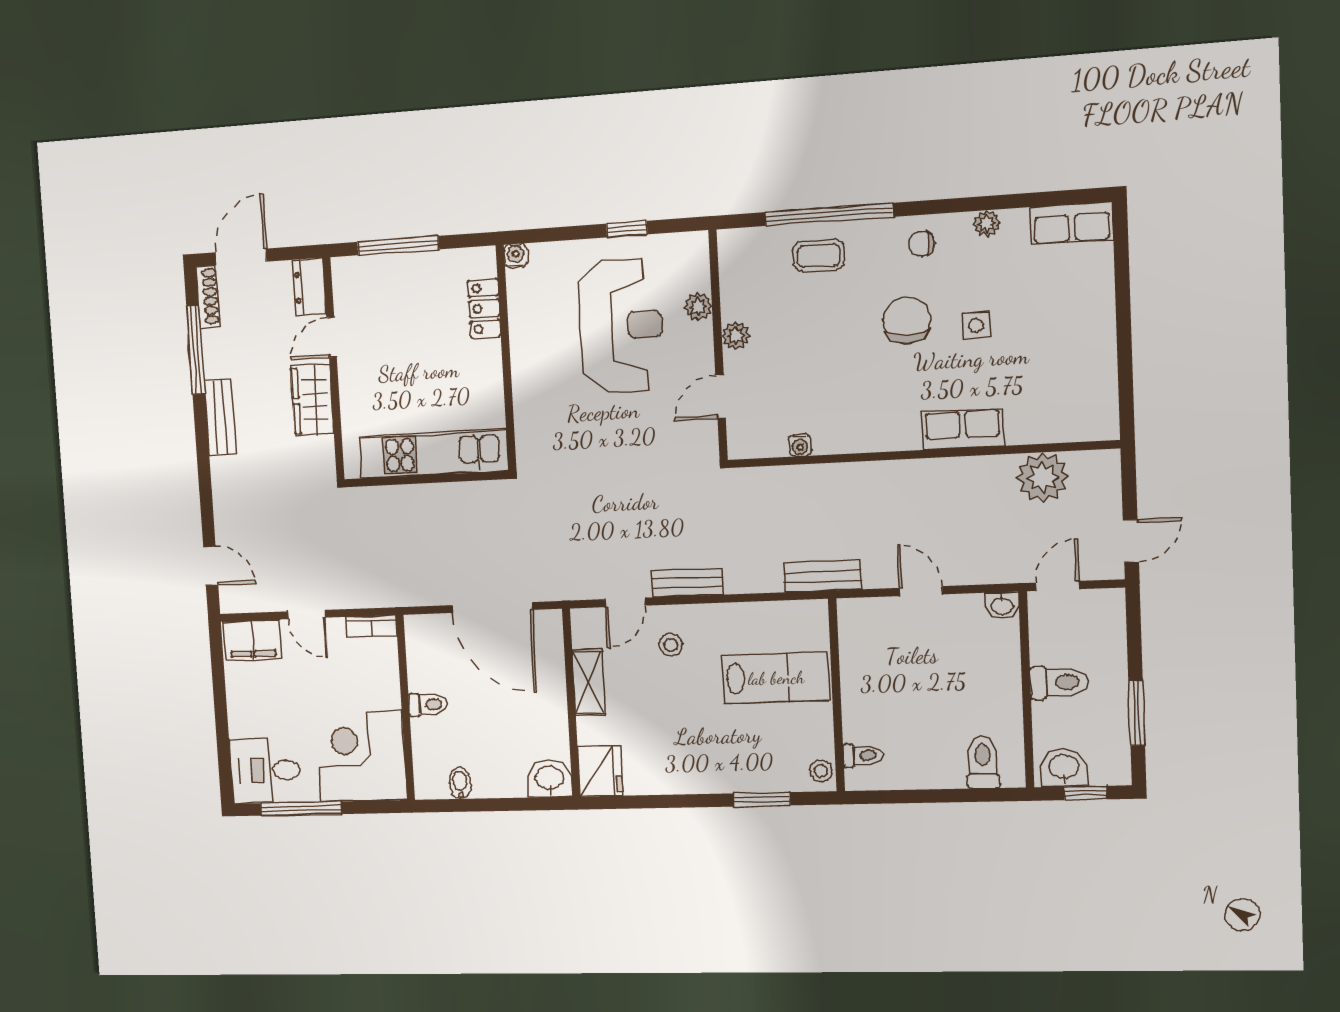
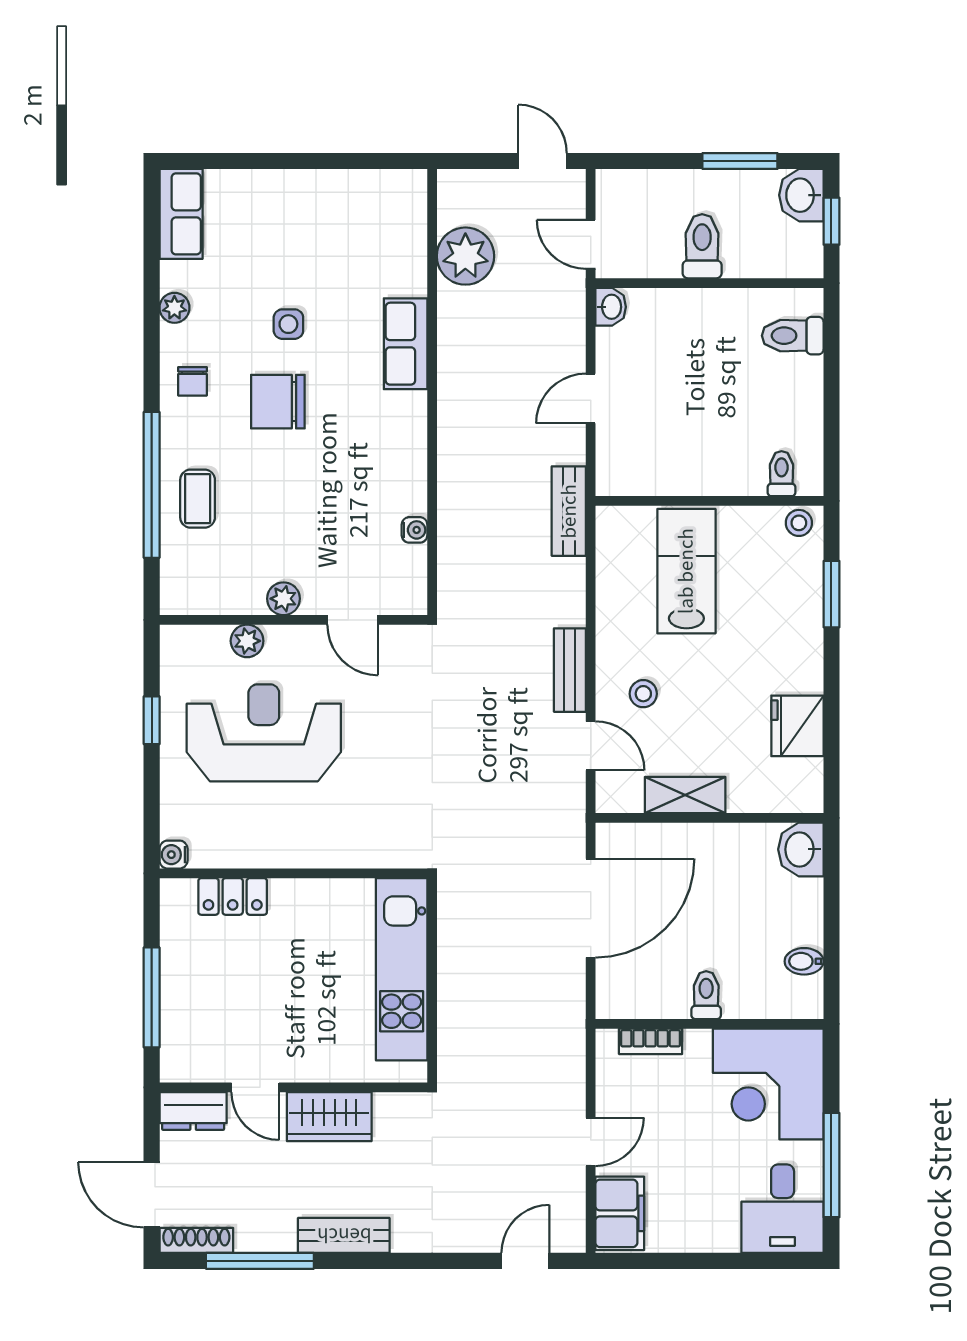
bookcase: (371, 626) -> (651, 1041), moved, turned 90
washbasin: (1064, 768) -> (801, 195), moved
fridge: (600, 771) -> (797, 726), moved, turned -90

